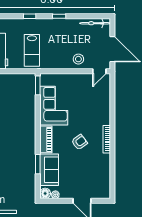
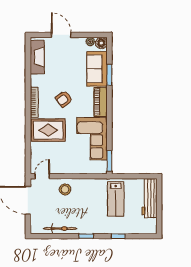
bicycle: (95, 23) -> (60, 229), moved
lab bench: (32, 50) -> (116, 199), turned 180
rug: (94, 113) -> (48, 130), added
fireplace: (104, 181) -> (37, 57), added

